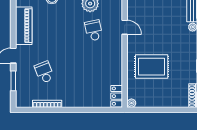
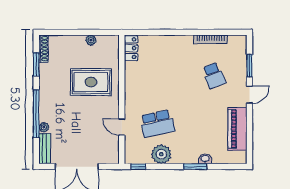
school desk: (94, 30) -> (157, 123), width x1.85
plant: (131, 103) -> (91, 40), moved

